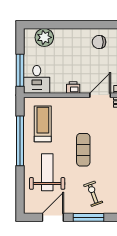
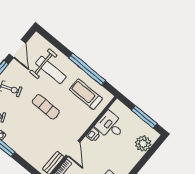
window: (20, 70) -> (144, 117), moved
desk: (37, 79) -> (110, 126), moved
treadmill: (43, 124) -> (86, 94), turned 180

